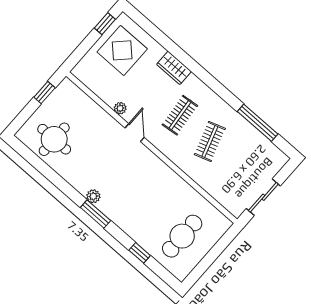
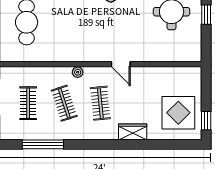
window: (44, 92) -> (206, 15), moved
plant: (120, 108) -> (78, 72), moved
clothes rail: (240, 168) -> (28, 103), added

